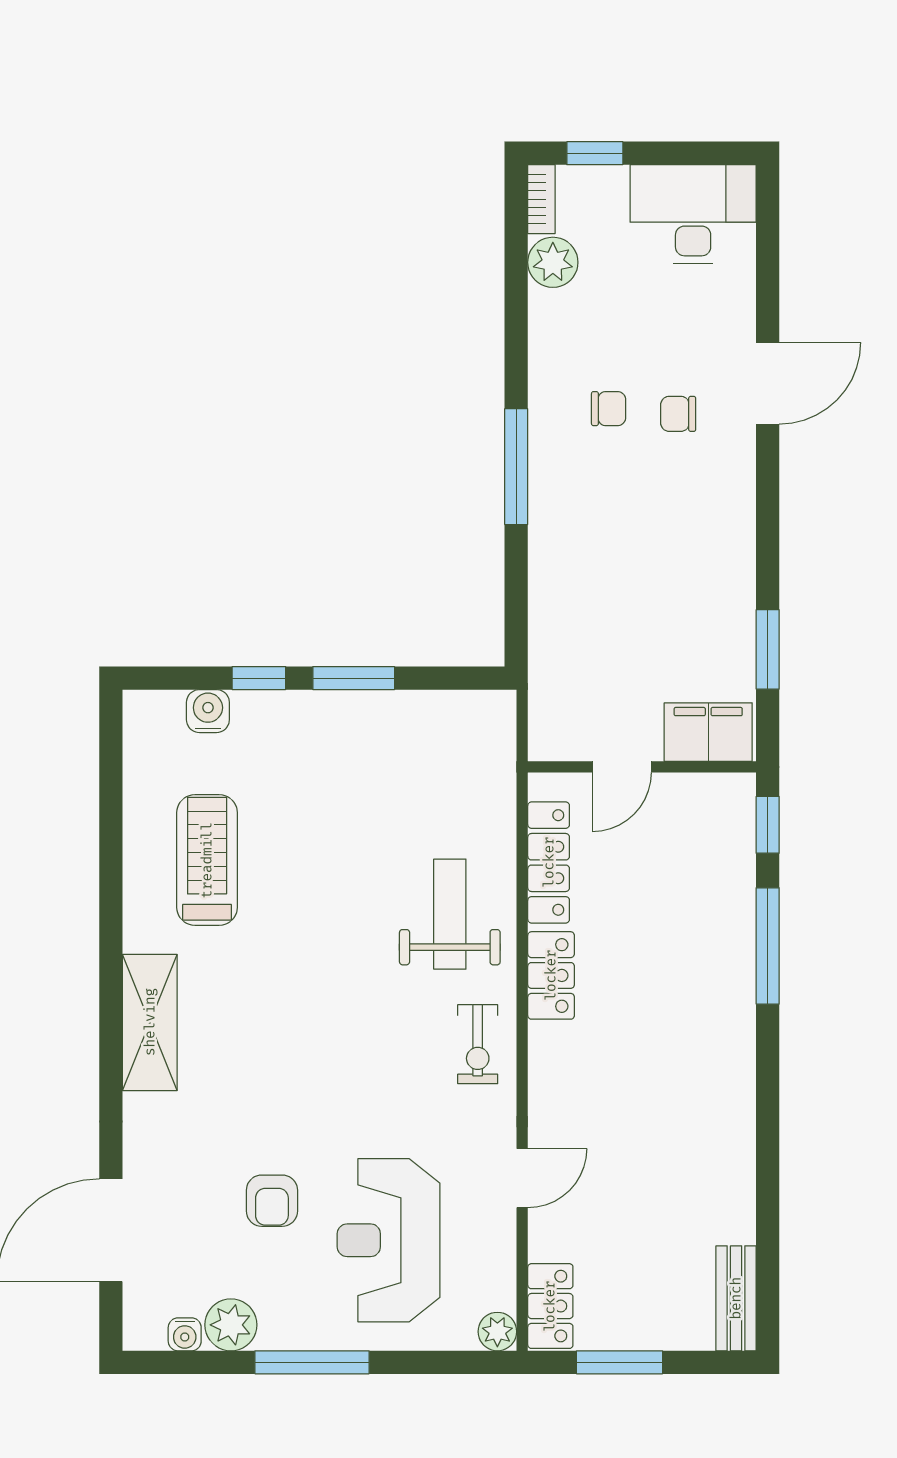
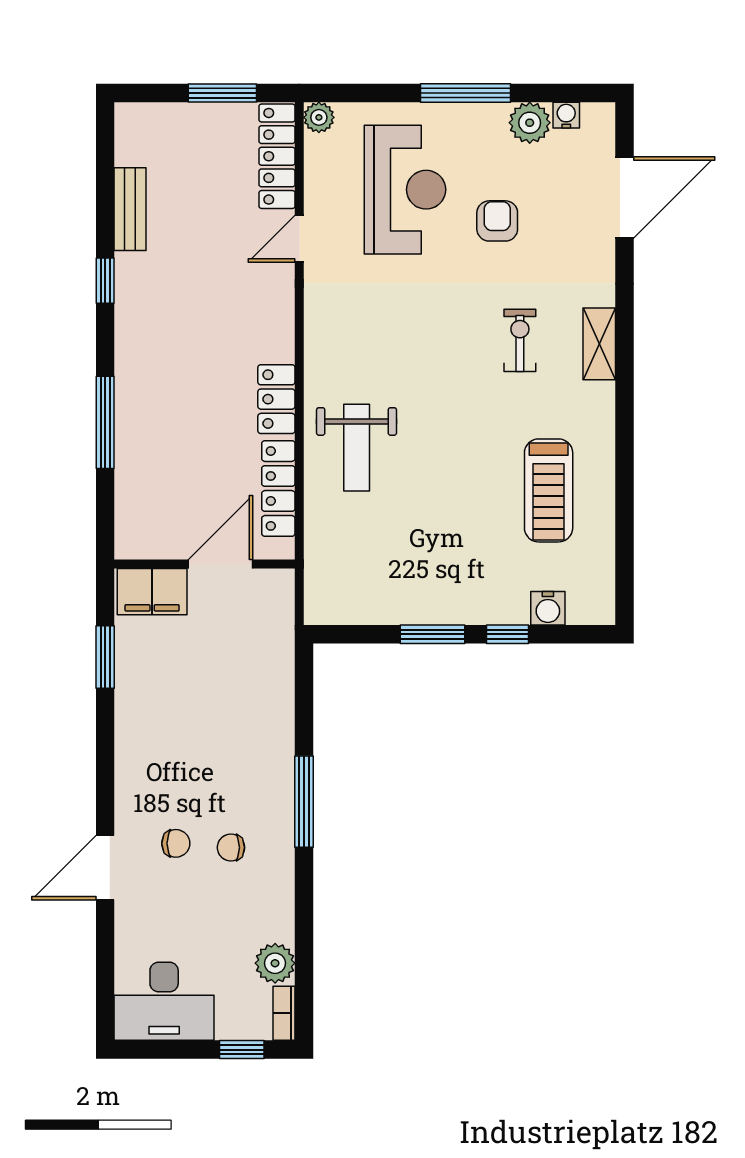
door: (622, 767) -> (220, 564), width x1.38
window: (768, 825) -> (105, 281), moved
shelving: (150, 1022) -> (599, 344), width x0.67, depth x0.75
exercise bike: (478, 1044) -> (520, 340), moved
bench: (736, 1298) -> (130, 209), moved
locker: (550, 1306) -> (277, 156), width x1.53

